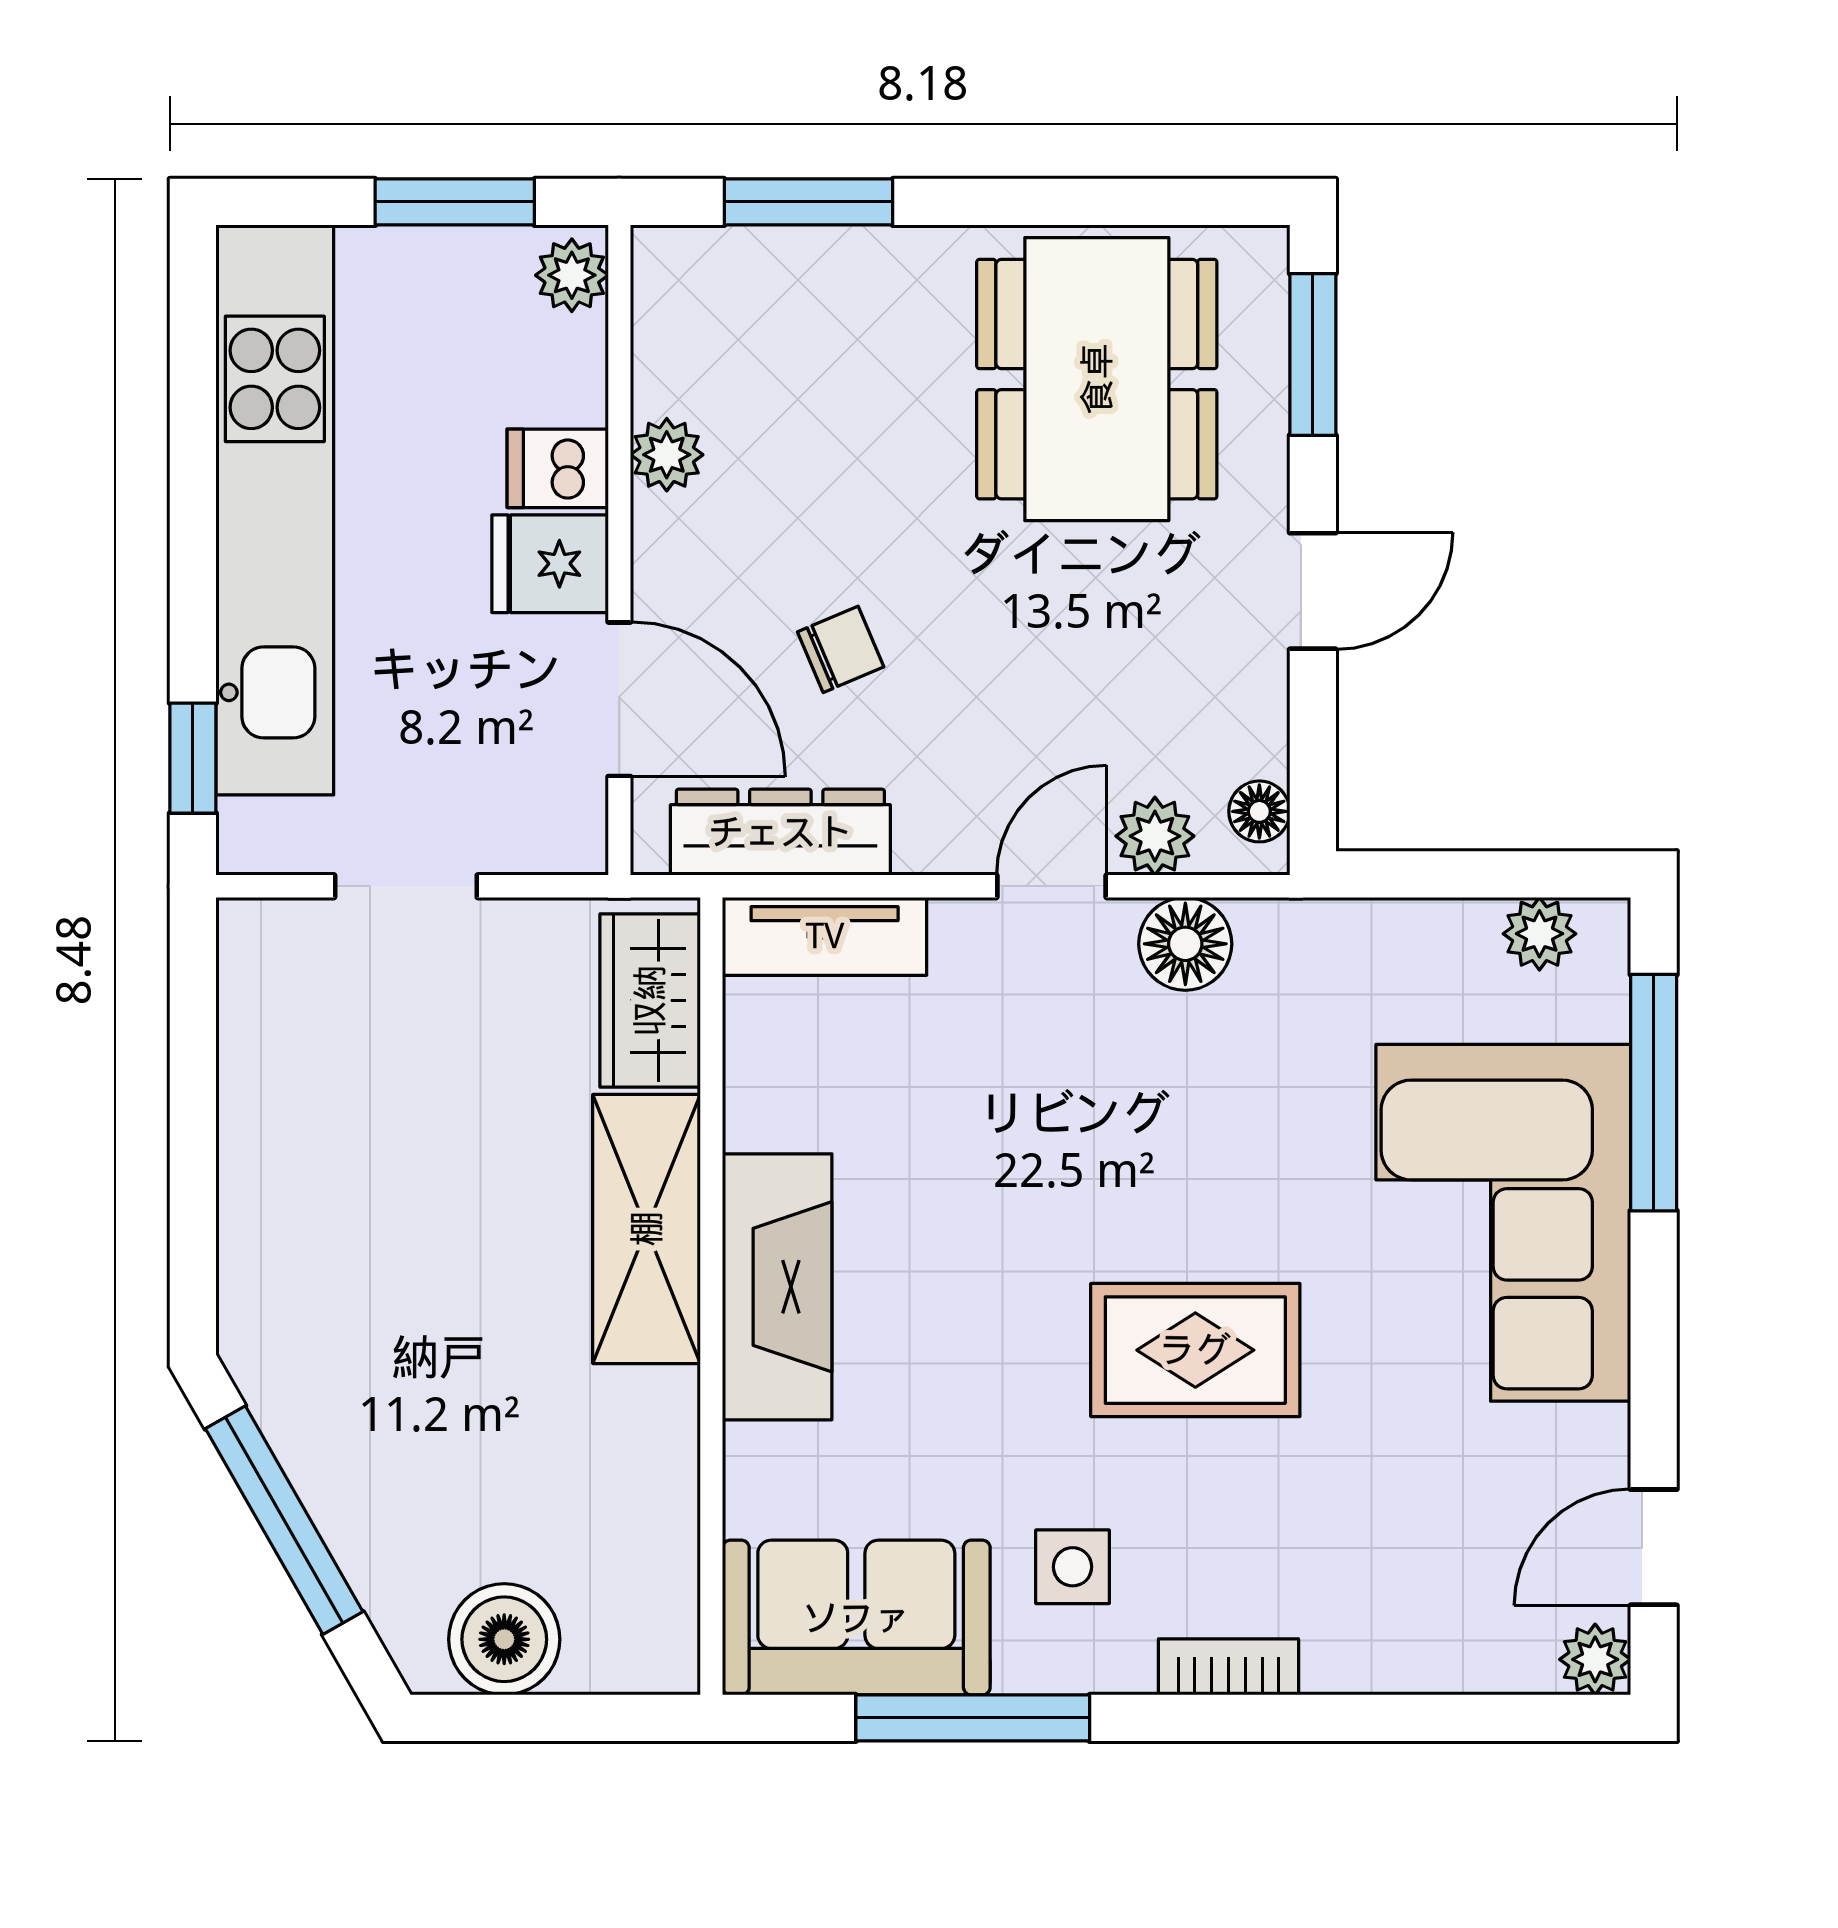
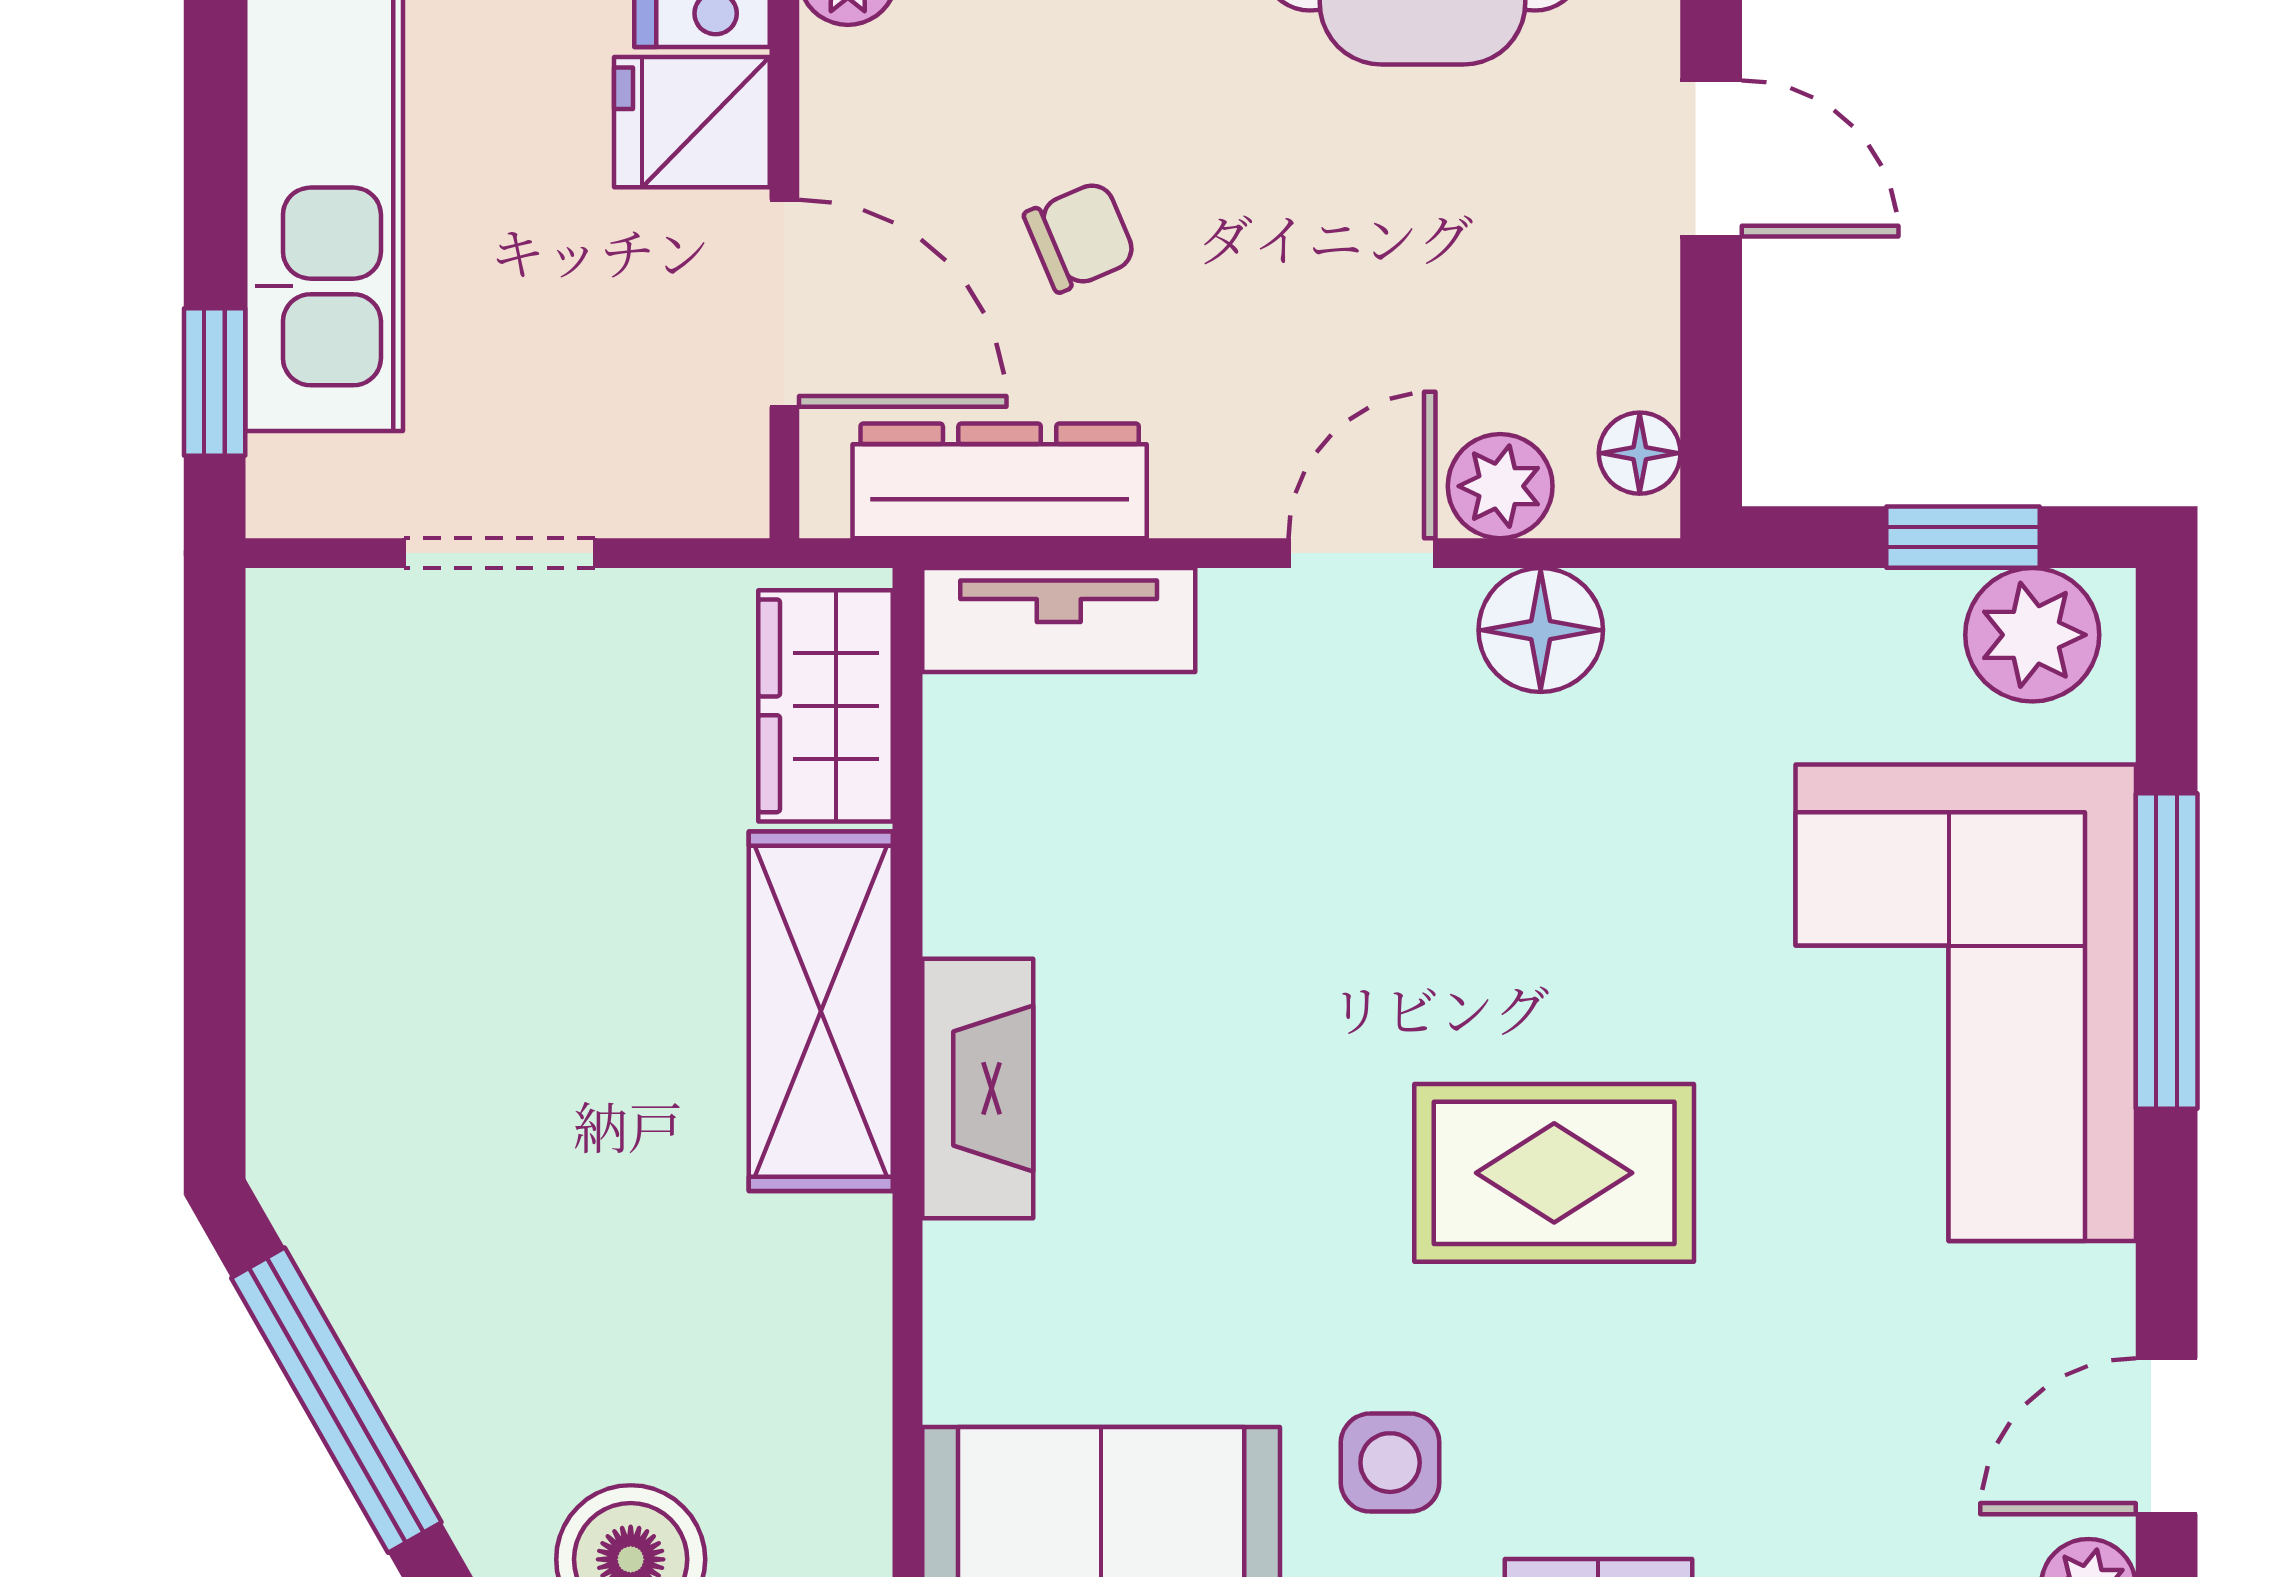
door: (1313, 591) -> (1711, 159), hinge flipped
window: (1501, 874) -> (1963, 537), added
plant: (1539, 934) -> (2032, 635), width x1.38, depth x1.38
window: (1654, 1093) -> (2167, 951), moved
fireplace: (777, 1287) -> (978, 1088), width x0.73, depth x0.76

